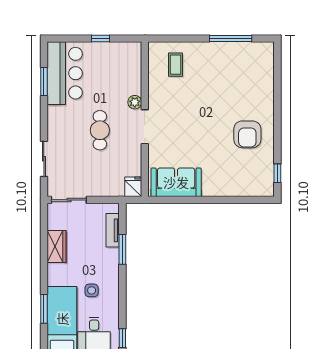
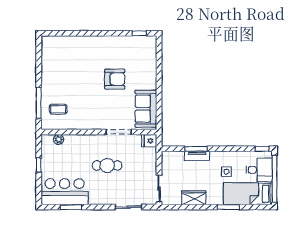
window: (231, 38) -> (39, 103), moved
plant: (135, 102) -> (58, 140), moved
doorway: (145, 127) -> (119, 132), moved
armchair: (247, 134) -> (115, 79), moved
tv unit: (113, 230) -> (197, 156), moved
window: (44, 309) -> (228, 207), moved

